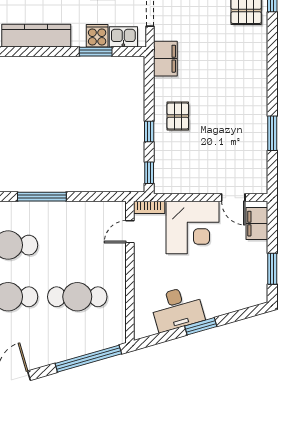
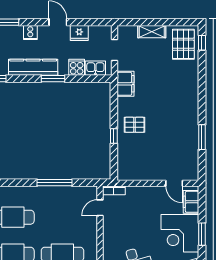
window: (96, 52) -> (53, 79), moved
pallet: (178, 116) -> (134, 125), turned 90
window: (149, 173) -> (114, 165), removed
window: (42, 197) -> (54, 183), moved
corner desk: (192, 228) -> (180, 233), moved, turned 90

